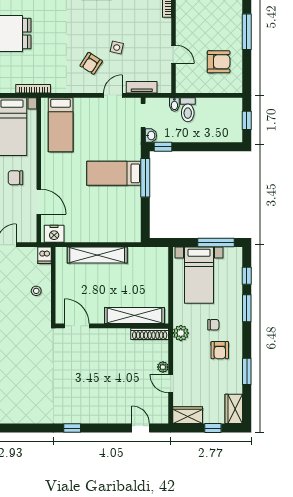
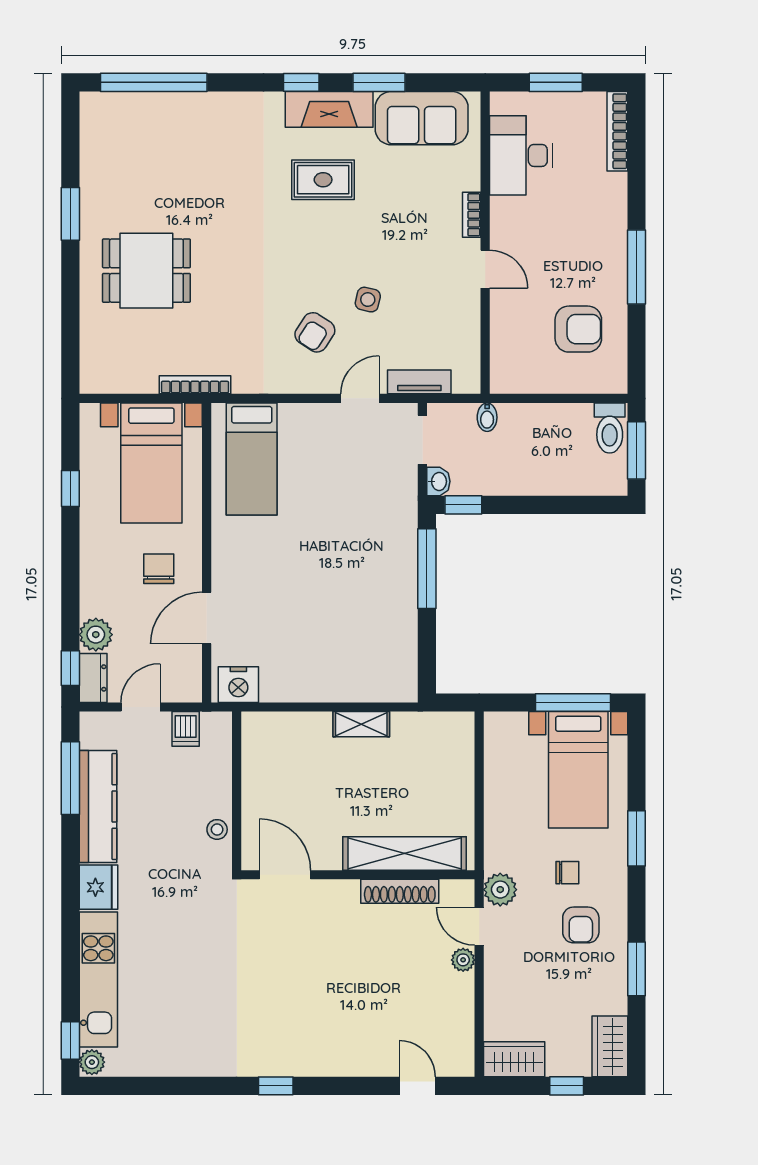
door: (174, 54) -> (485, 269), moved
toilet: (188, 110) -> (610, 428), moved
window: (247, 120) -> (636, 450), width x1.50
bed: (114, 173) -> (362, 560), removed
chair: (16, 178) -> (159, 569), turned 90
door: (39, 202) -> (207, 618), swing flipped
dishwasher: (45, 255) -> (186, 729), moved
shelving: (97, 255) -> (361, 724), width x0.45, depth x0.75
bed with nightstands: (199, 275) -> (578, 770), moved
window: (247, 276) -> (636, 771), removed
stool: (36, 291) -> (217, 829), moved
shoe rack: (150, 334) -> (400, 891), moved
door: (171, 384) -> (479, 926), moved

